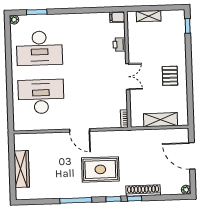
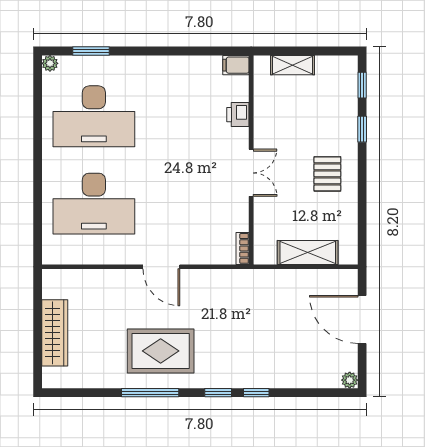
window: (188, 50) -> (362, 129), added
desk: (41, 97) -> (94, 204), turned 180
rug: (100, 169) -> (161, 351), moved
shoe rack: (143, 190) -> (272, 379), removed

